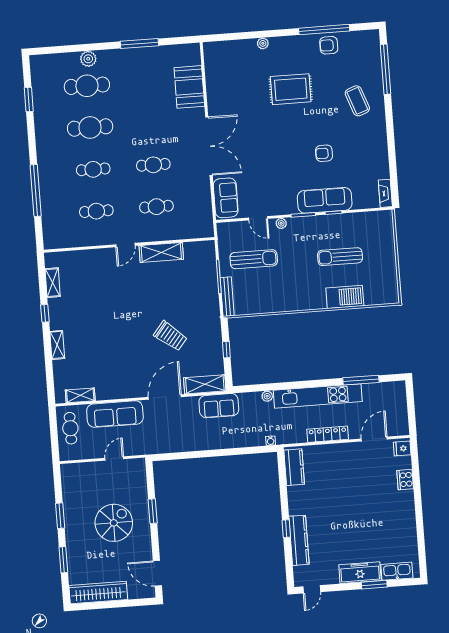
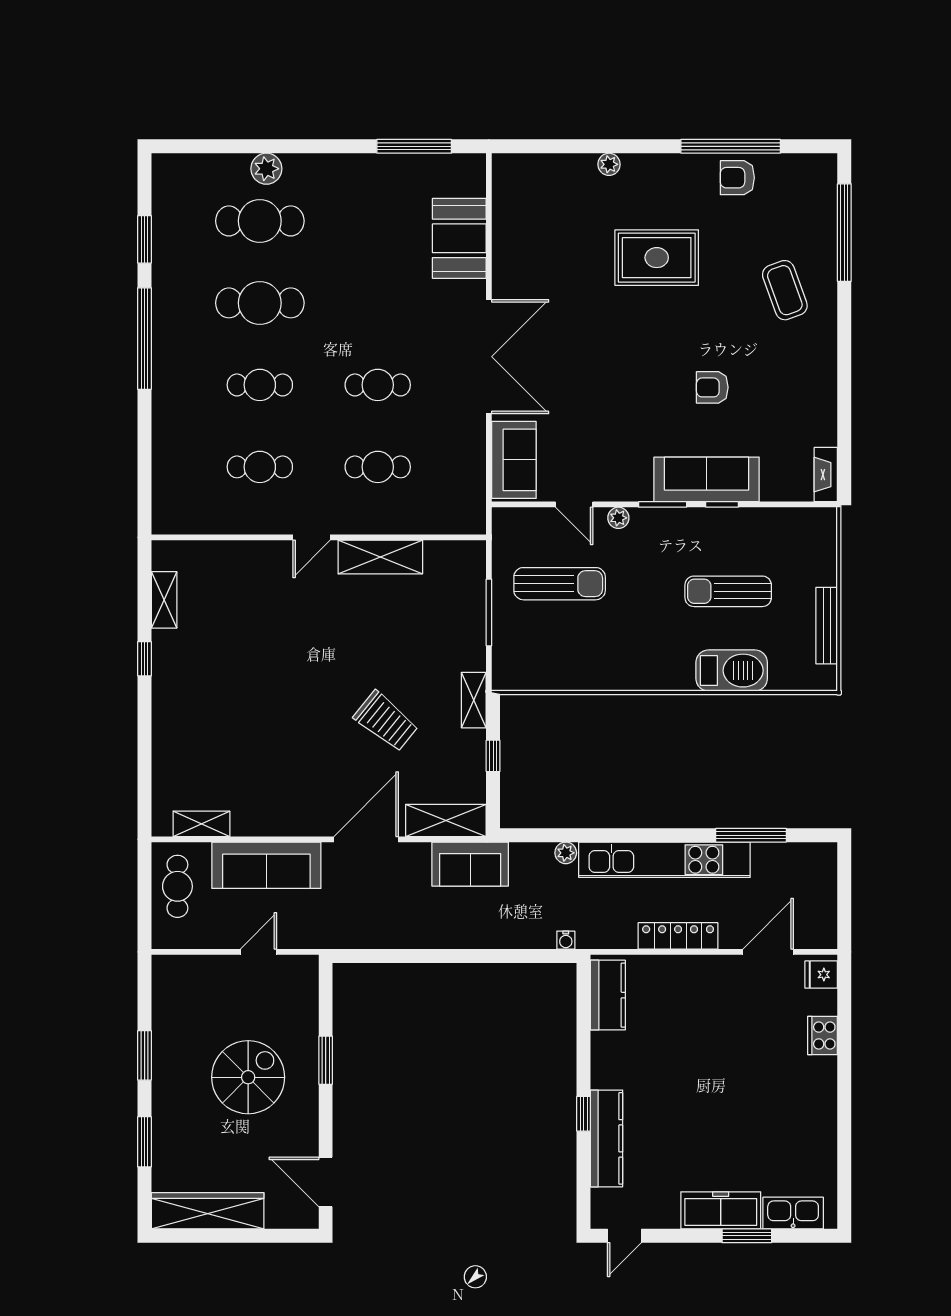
window: (139, 43) -> (414, 146), moved
window: (36, 190) -> (145, 339), moved
bench: (227, 297) -> (827, 626), moved
shelving: (57, 345) -> (474, 700), moved

